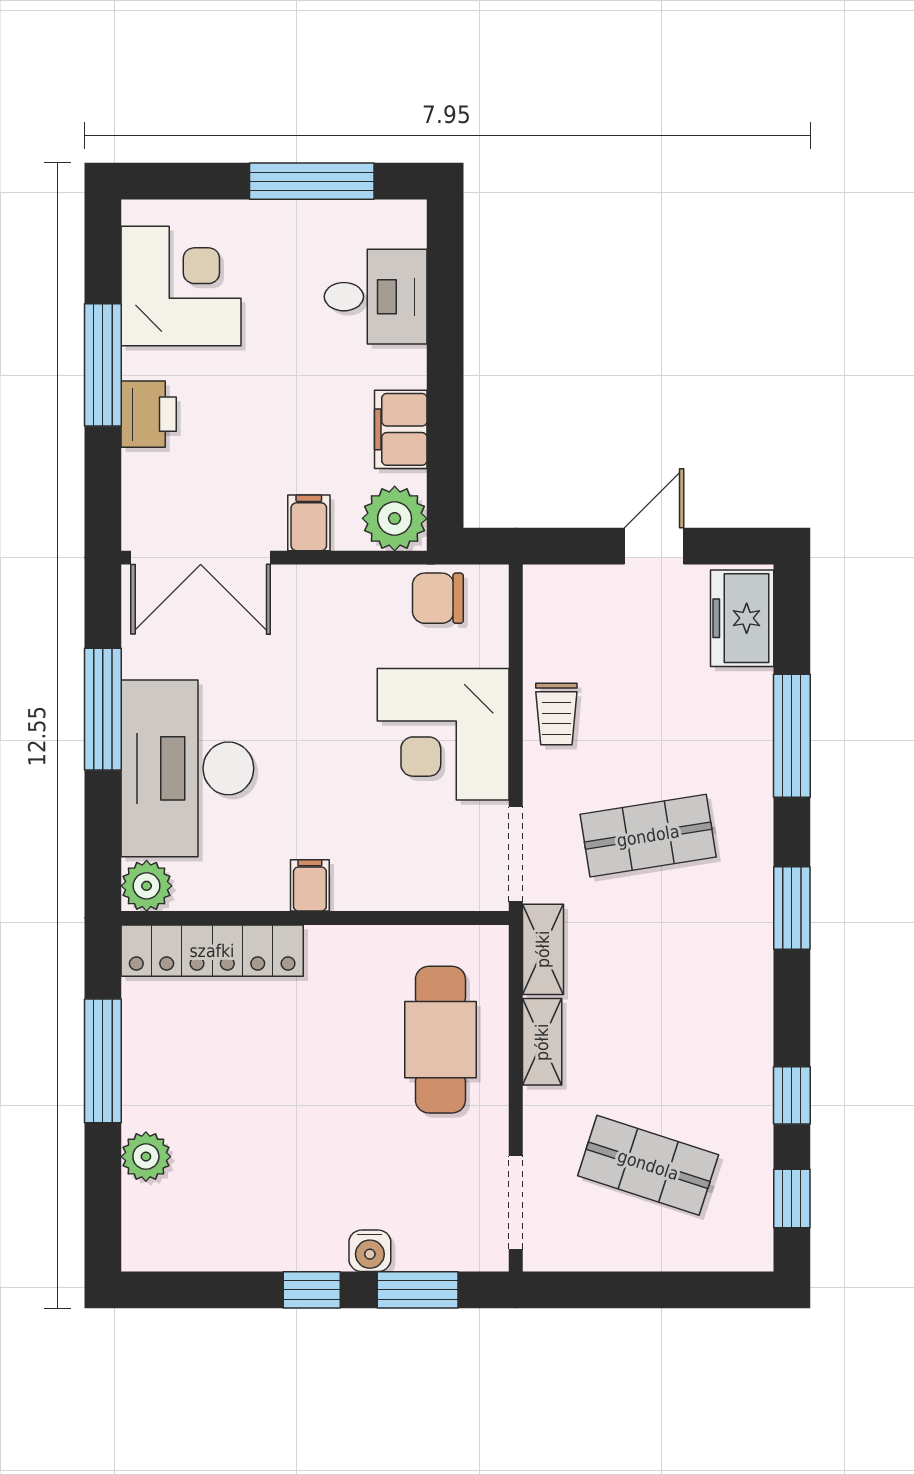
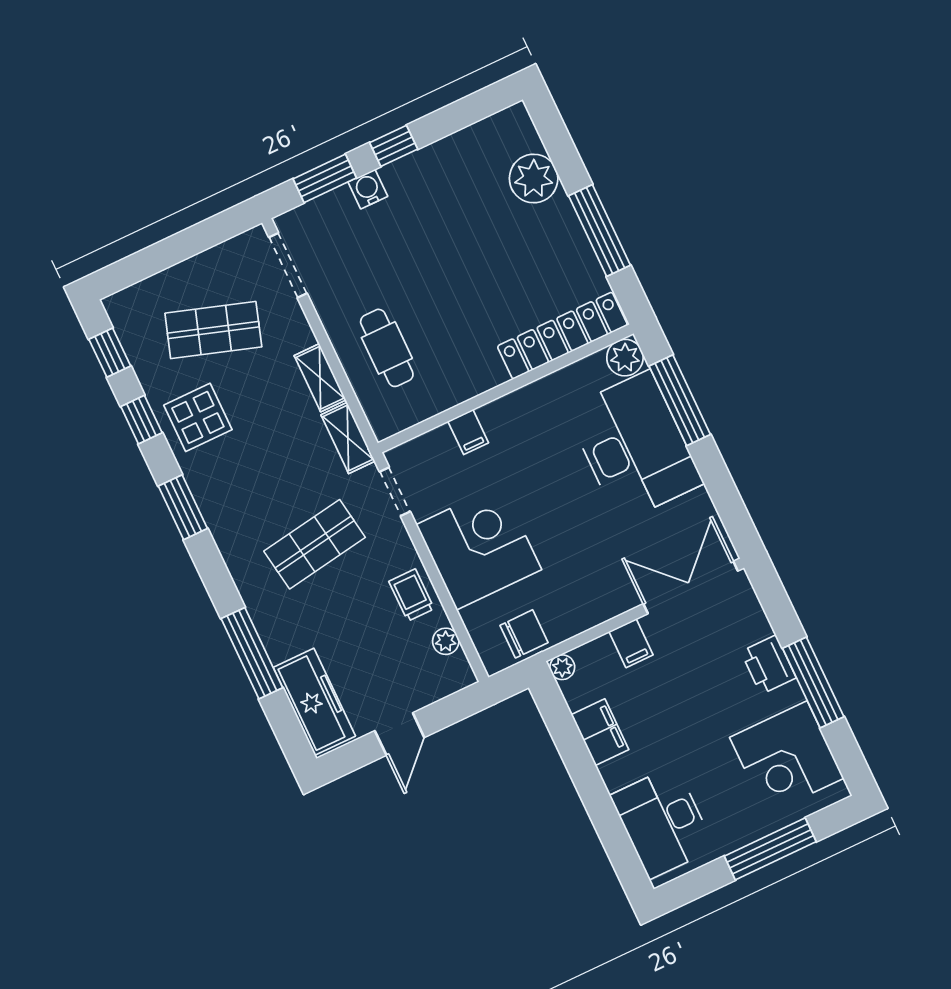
window: (312, 181) -> (770, 849), moved
desk: (376, 297) -> (662, 822), width x1.37
plant: (395, 518) -> (562, 667), width x0.53, depth x0.53
freezer: (742, 618) -> (314, 702), width x1.40
plant: (541, 636) -> (446, 641), added
window: (103, 709) -> (680, 400), moved
doorway: (516, 854) -> (395, 492), width x0.73
filing cabinet: (310, 885) -> (468, 432), moved
window: (792, 908) -> (183, 507), moved
cafe table: (440, 1040) -> (387, 348), width x0.73, depth x0.74
display table: (719, 1065) -> (198, 417), added
plant: (146, 1157) -> (534, 179), width x1.36, depth x1.36

